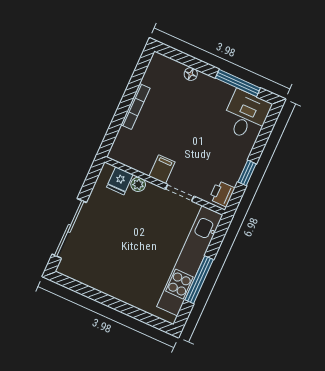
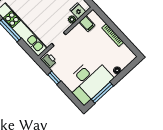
desk: (246, 115) -> (89, 81), width x1.87, depth x1.30
filing cabinet: (162, 169) -> (87, 24), moved

